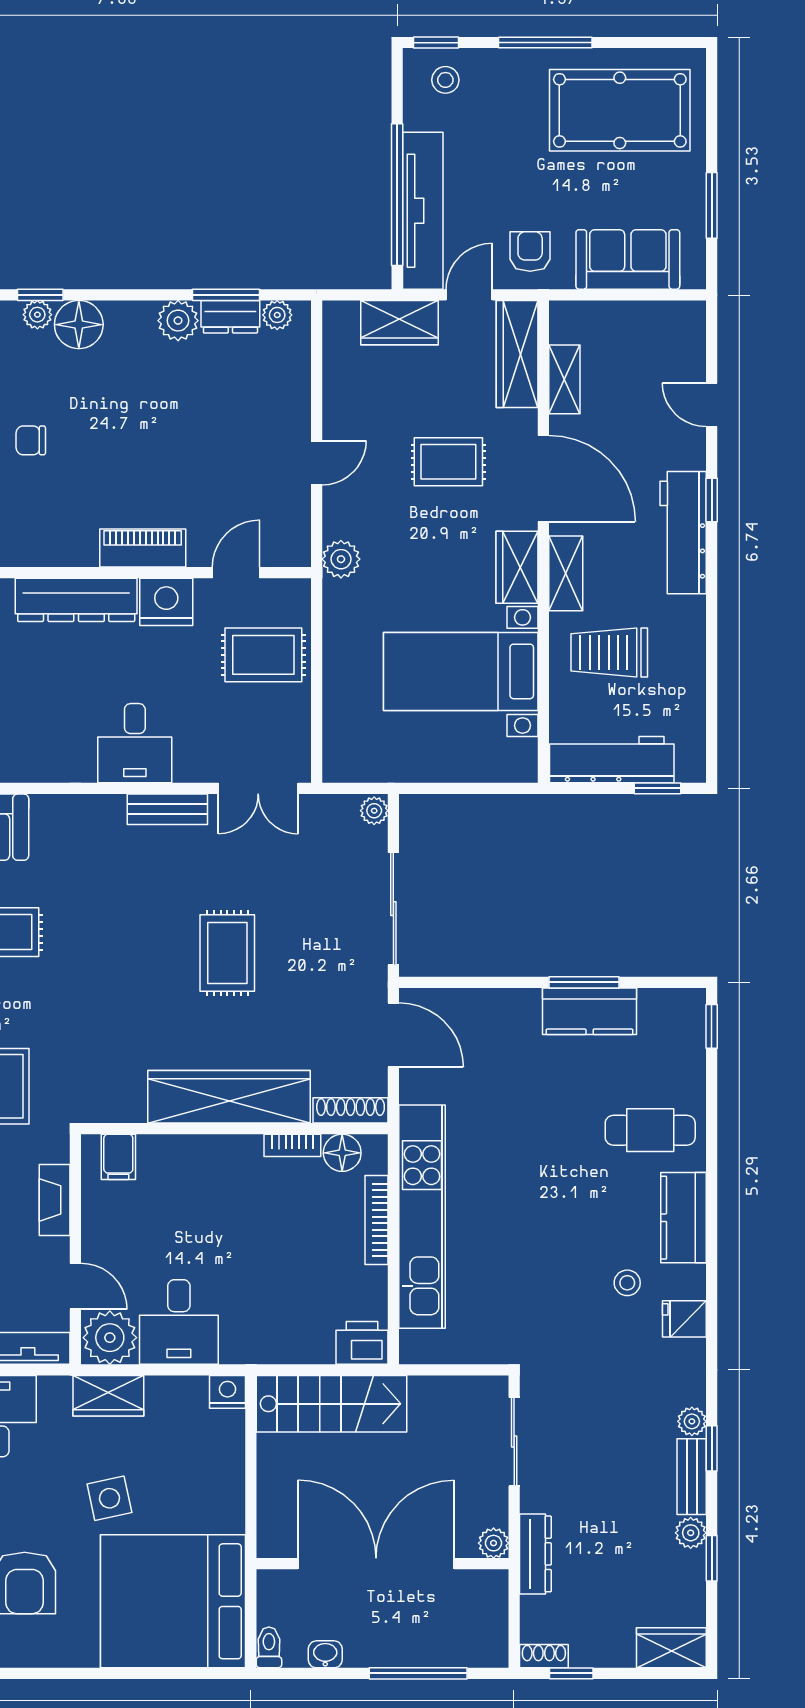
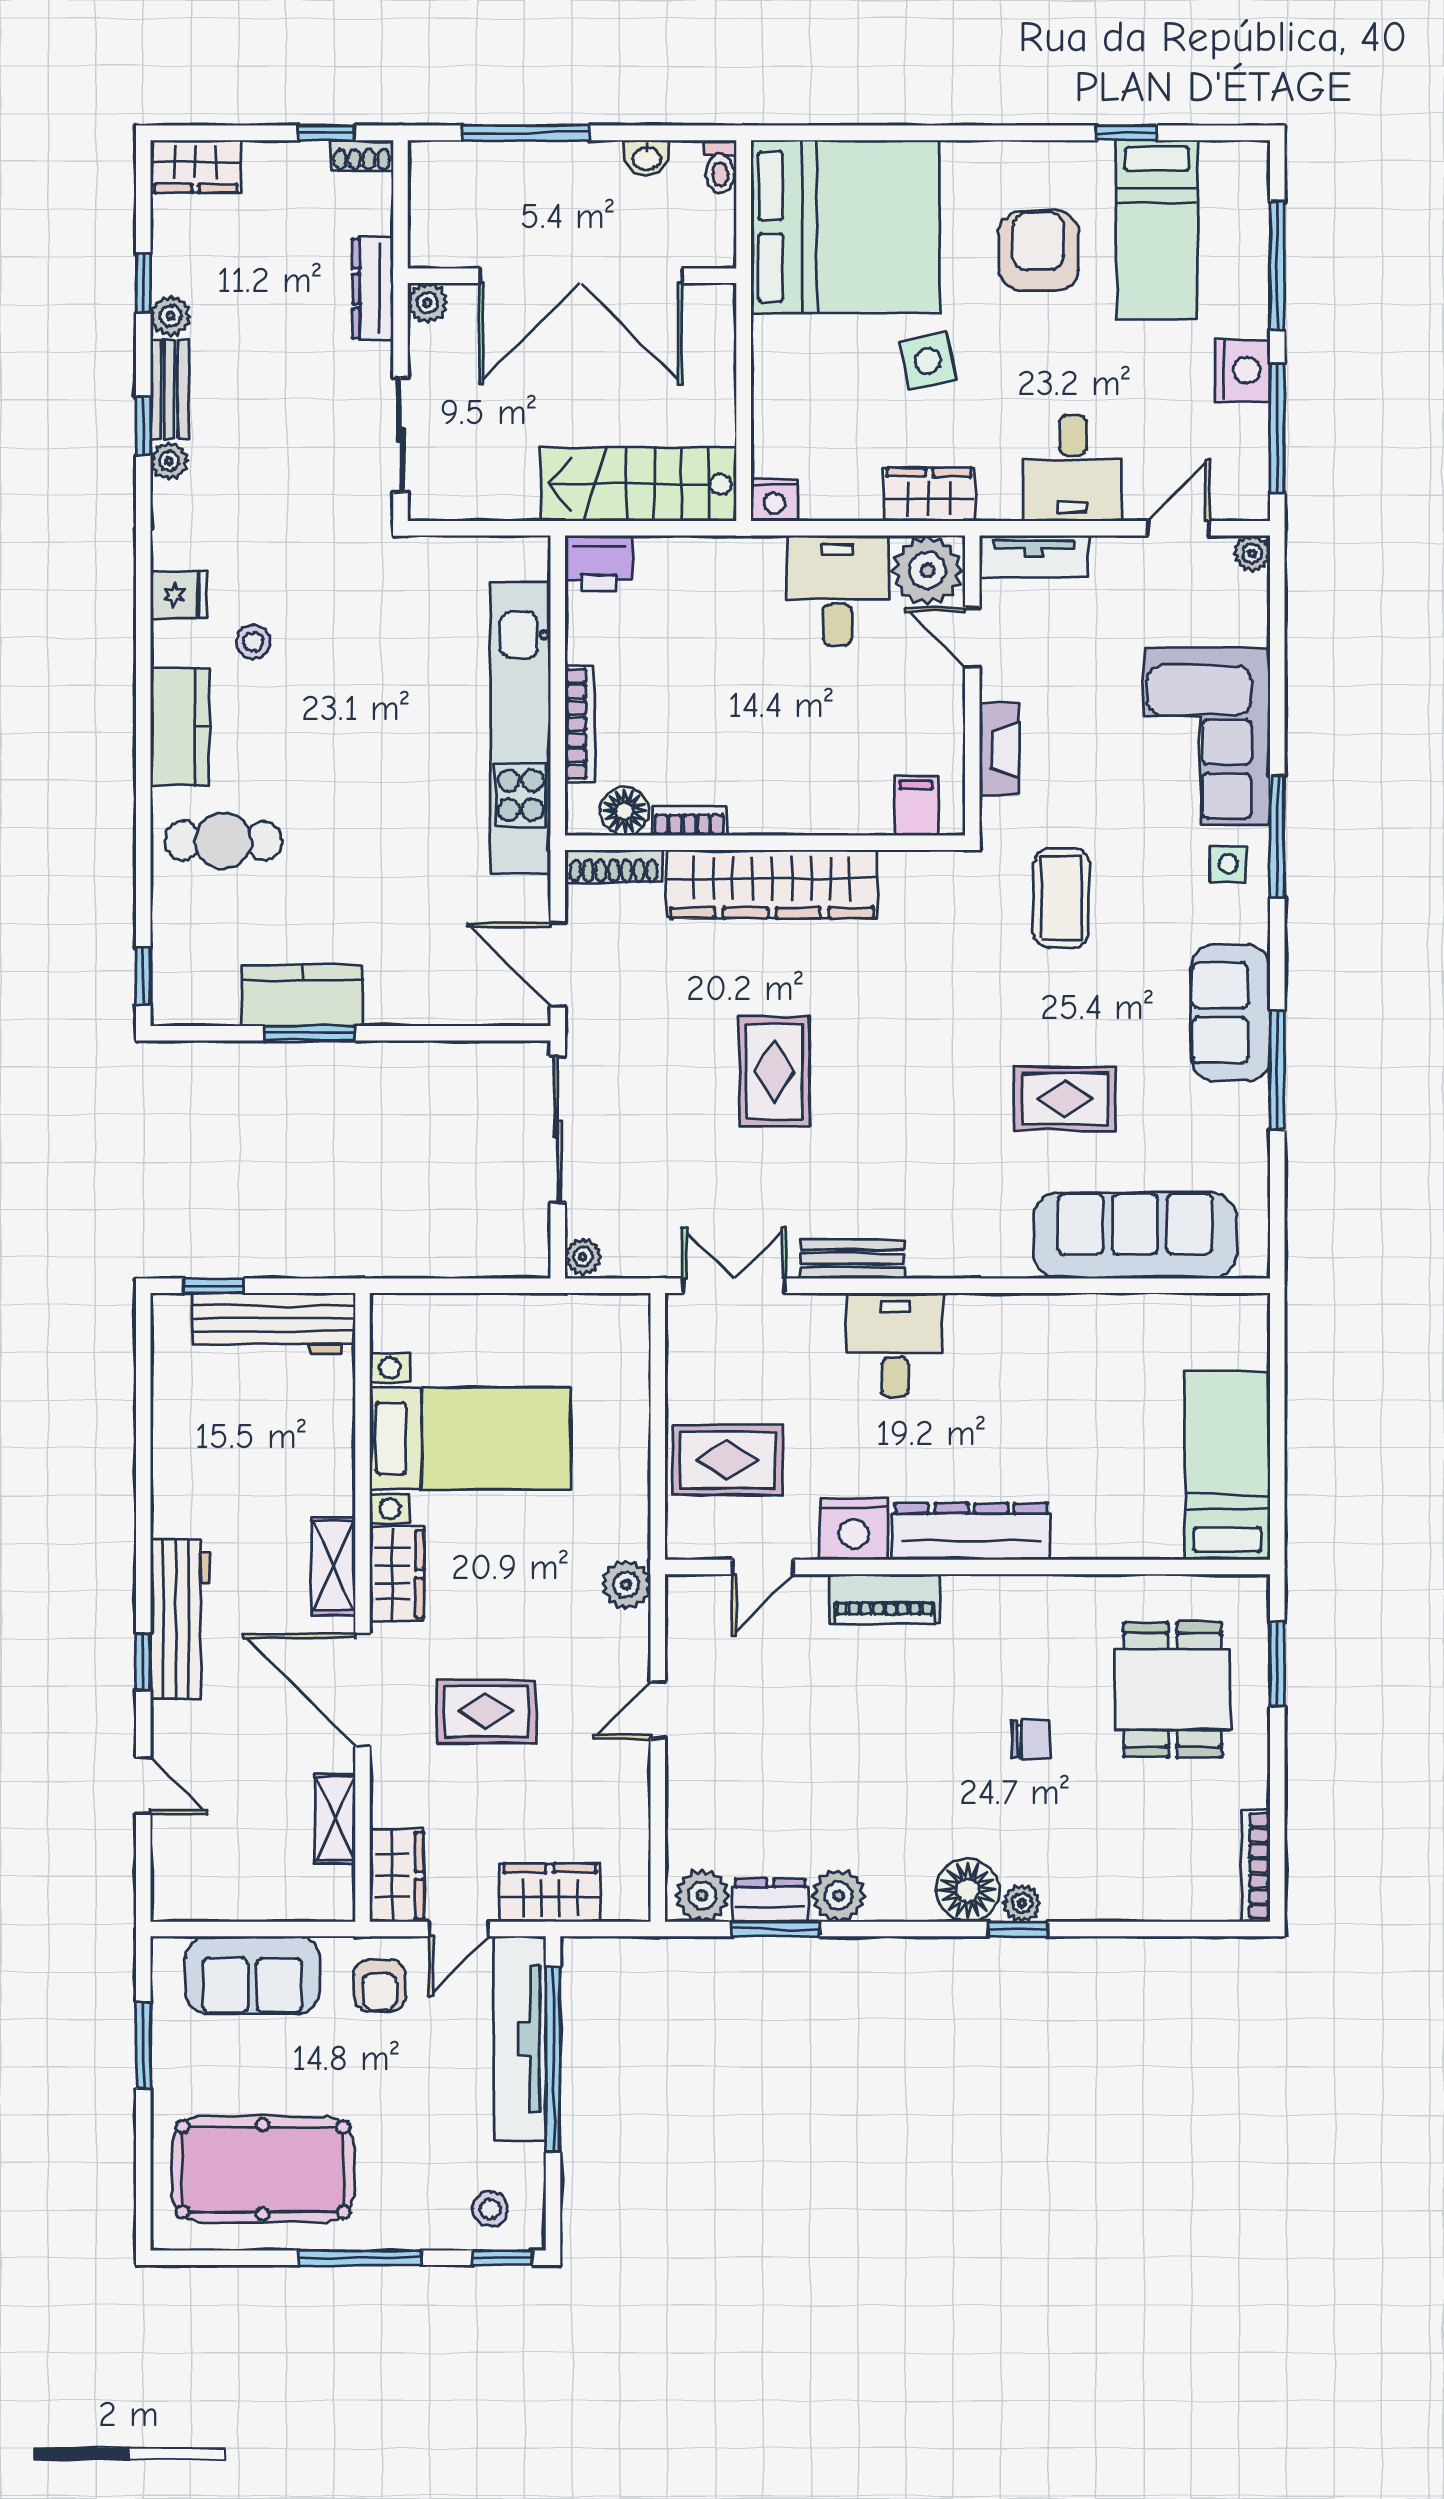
plant: (277, 315) -> (702, 1896), width x1.38, depth x1.38
wardrobe: (517, 354) -> (397, 1875), width x0.67
trolley: (609, 652) -> (277, 1463), removed

